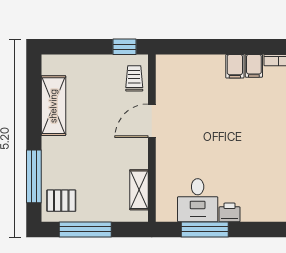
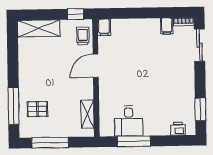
filing cabinet: (235, 66) -> (104, 27), moved
shelving: (53, 106) -> (39, 28), moved, turned 90
pallet: (61, 201) -> (37, 109), moved
printer: (230, 212) -> (178, 129), moved

